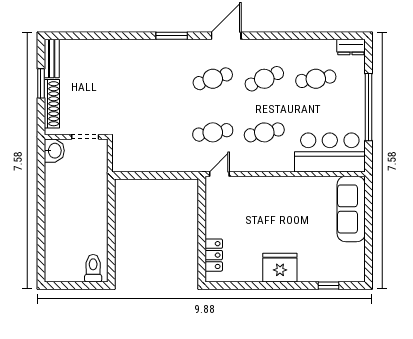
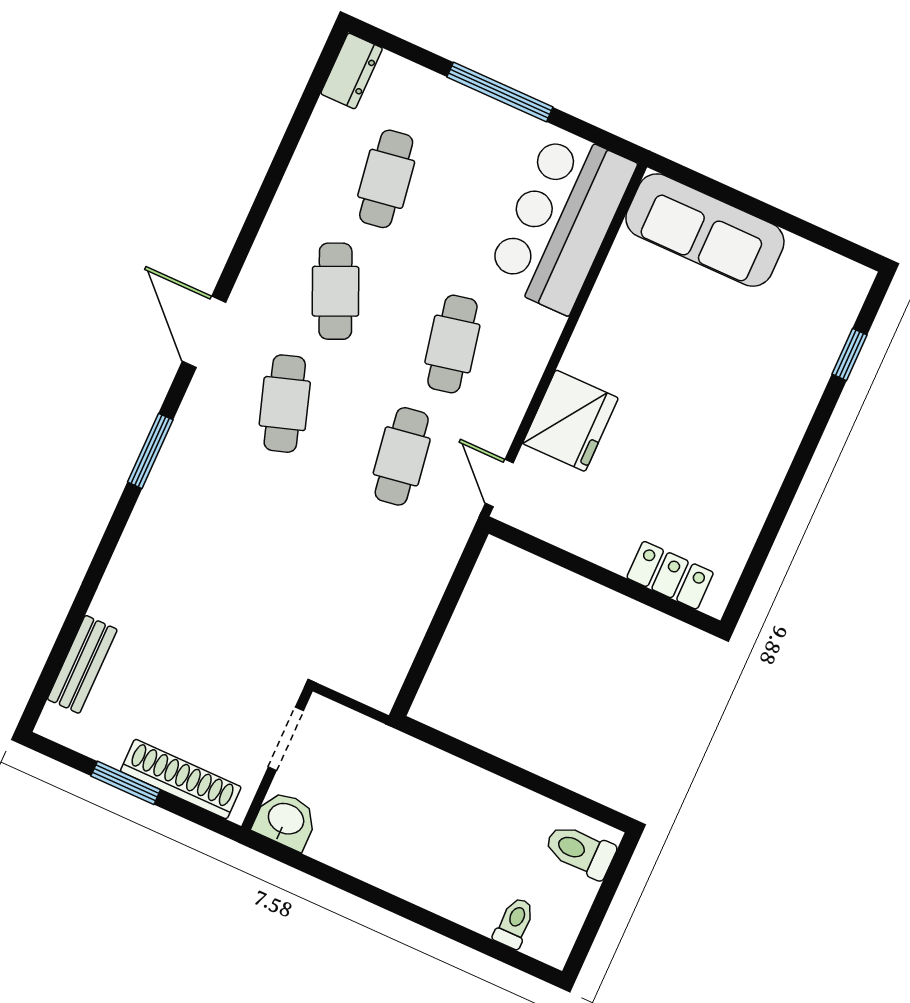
bench: (52, 59) -> (82, 664), moved, turned 90
window: (368, 107) -> (500, 92), width x0.68
toilet: (54, 256) -> (514, 923), added
fridge: (280, 268) -> (570, 421), moved, turned 180

